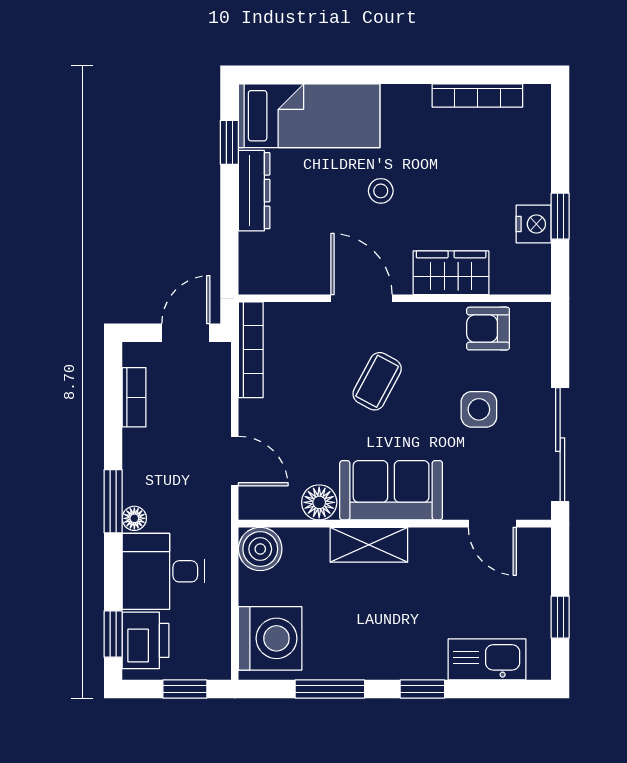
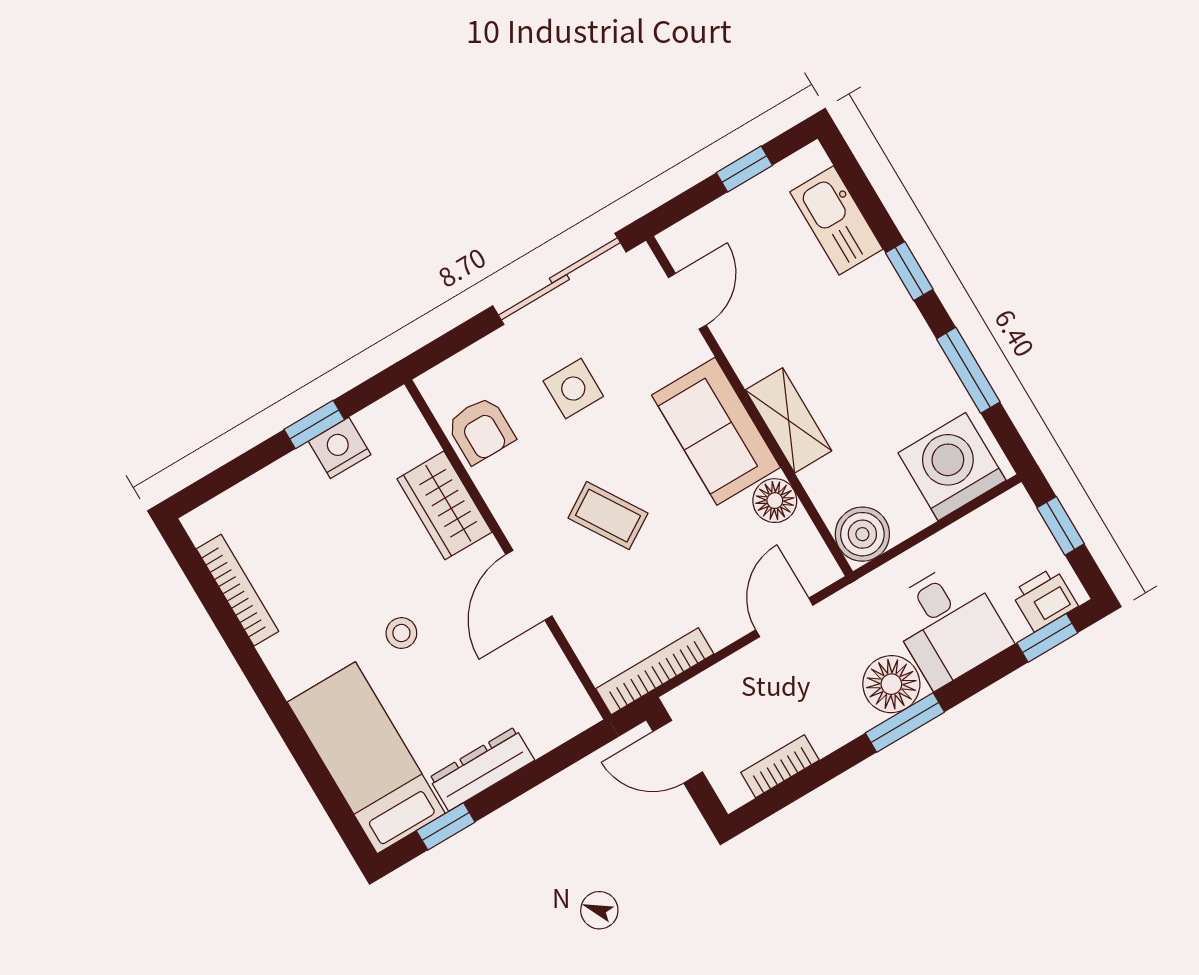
coffee table: (377, 381) -> (608, 516), turned 30
floor lamp: (134, 518) -> (891, 684), width x1.89, depth x1.89
printer: (145, 640) -> (1045, 599), width x0.73, depth x0.81

